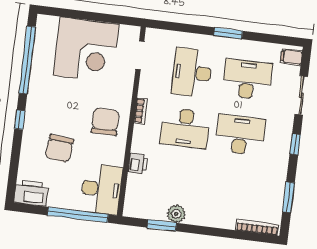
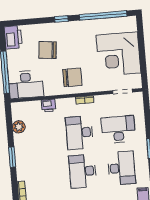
desk: (240, 135) -> (83, 171), turned 180
plant: (176, 214) -> (19, 127), moved
window: (162, 225) -> (12, 157), moved

